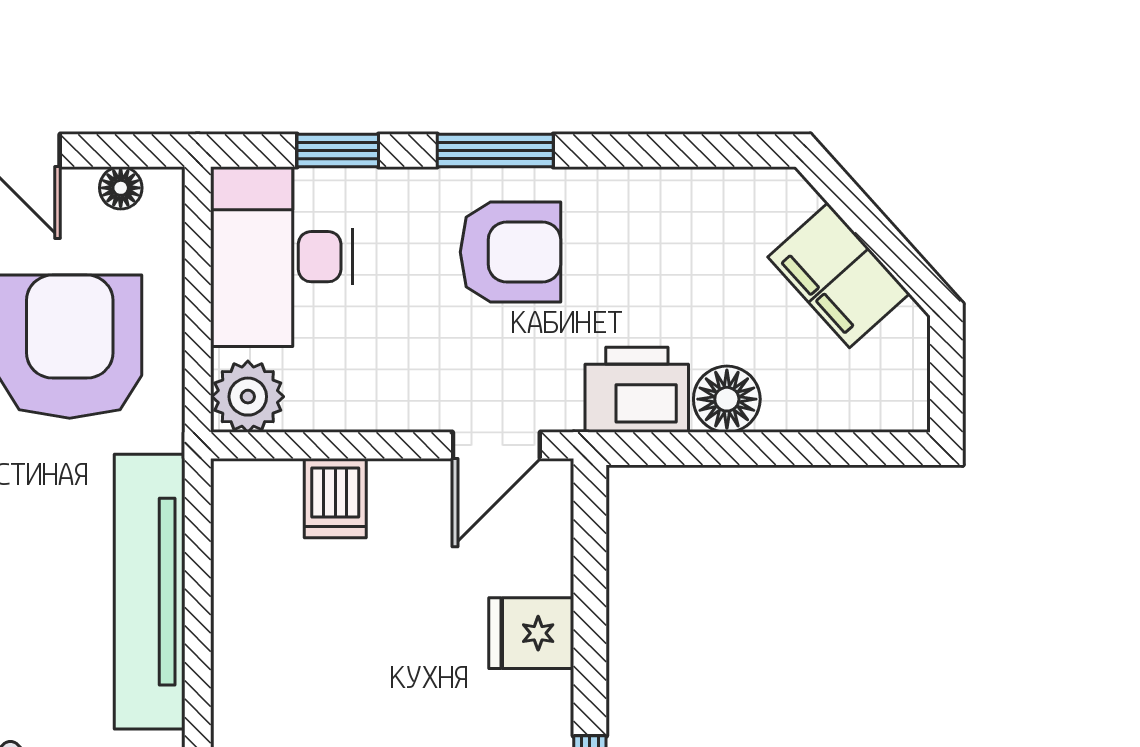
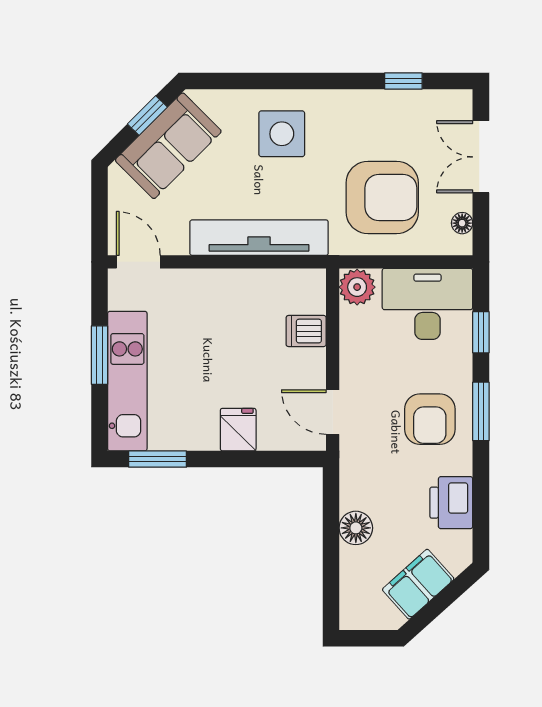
printer: (637, 390) -> (451, 503), moved, turned 180

